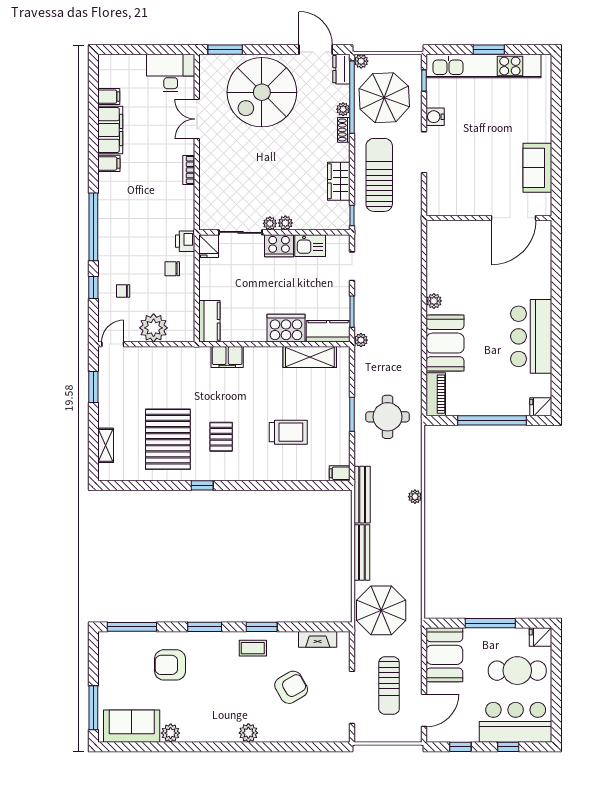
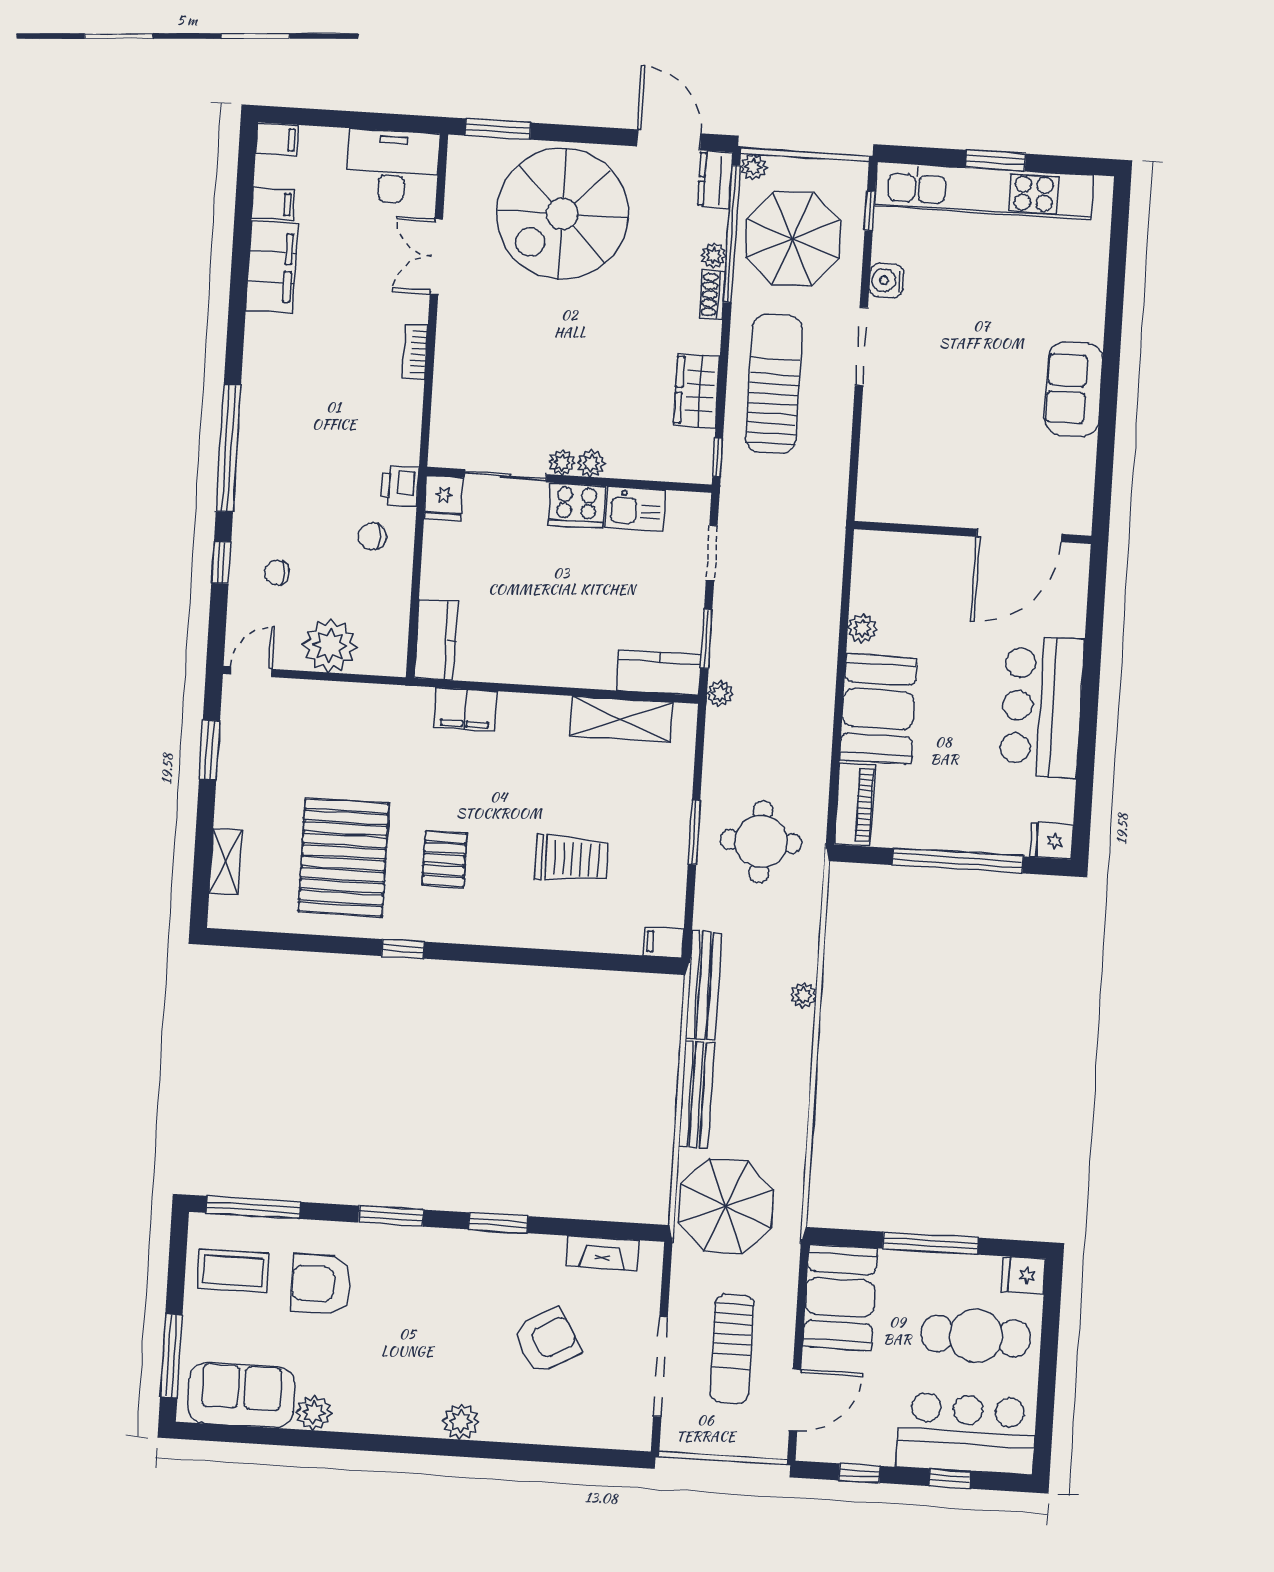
filing cabinet: (109, 163) -> (277, 139), moved
wall: (489, 218) -> (973, 532), moved
door: (514, 218) -> (1019, 535), moved
cooker: (286, 328) -> (580, 662), removed
coffee table: (253, 648) -> (233, 1271), moved, width x1.36, depth x1.30

